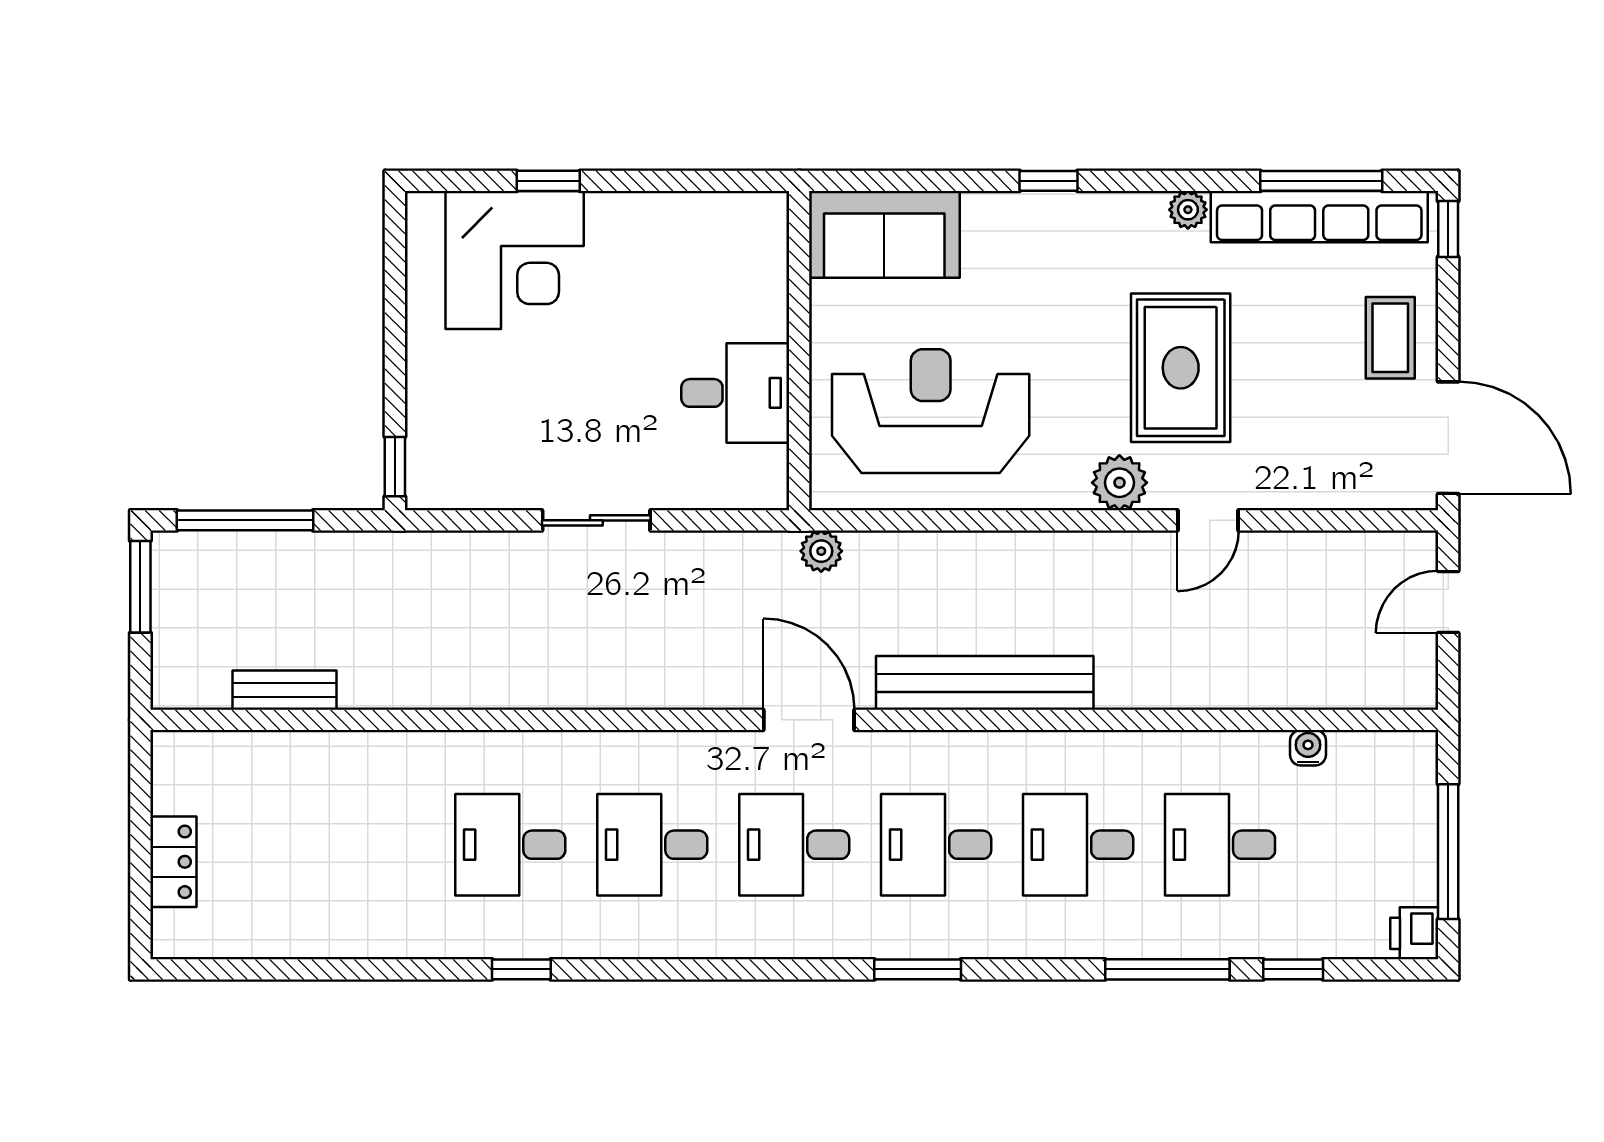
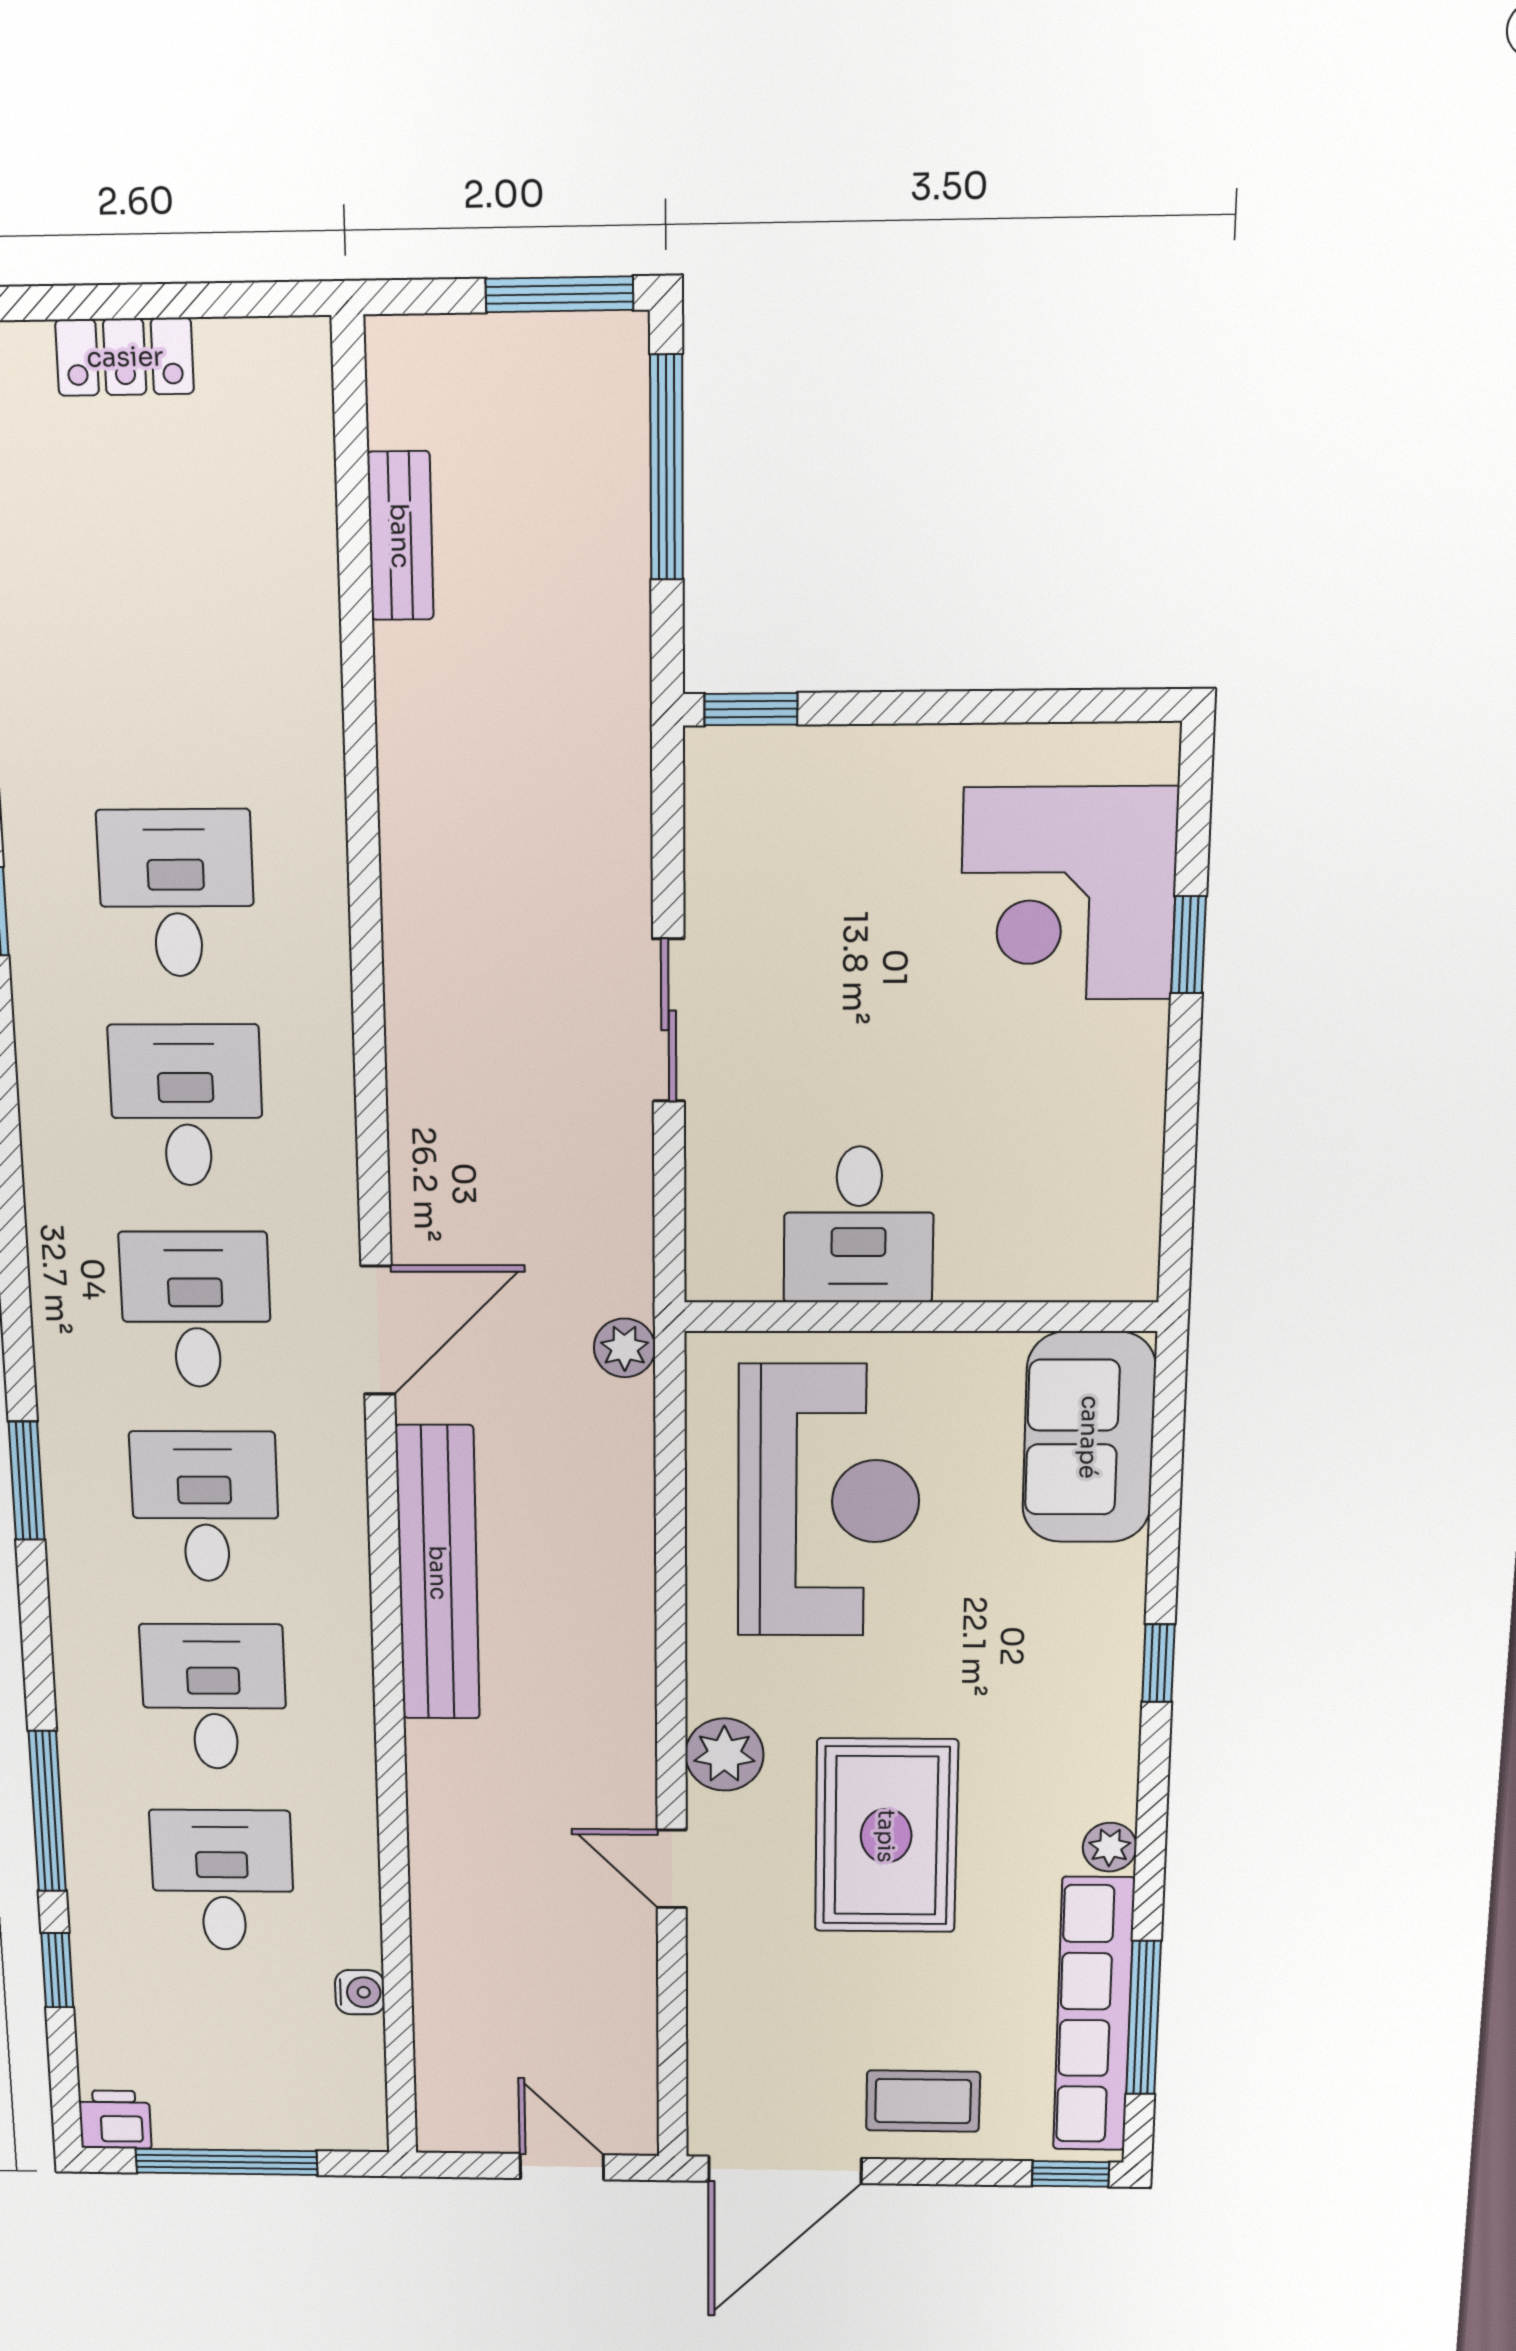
rug: (1181, 368) -> (886, 1836), turned 90

